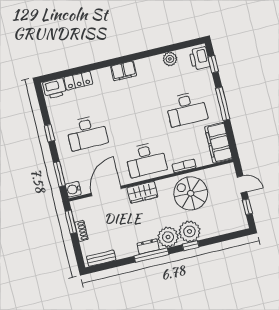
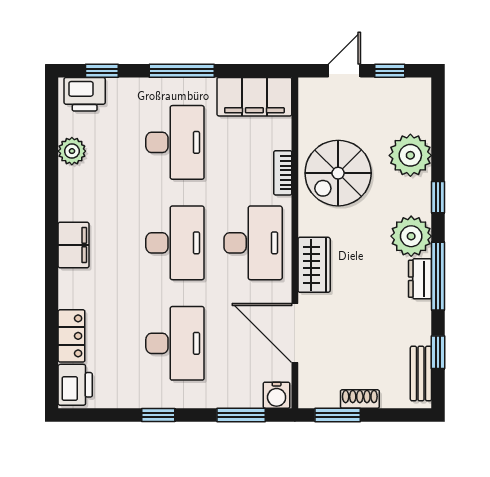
desk: (137, 121) -> (175, 243), added
plant: (189, 231) -> (410, 155), moved
window: (114, 264) -> (438, 352), added

